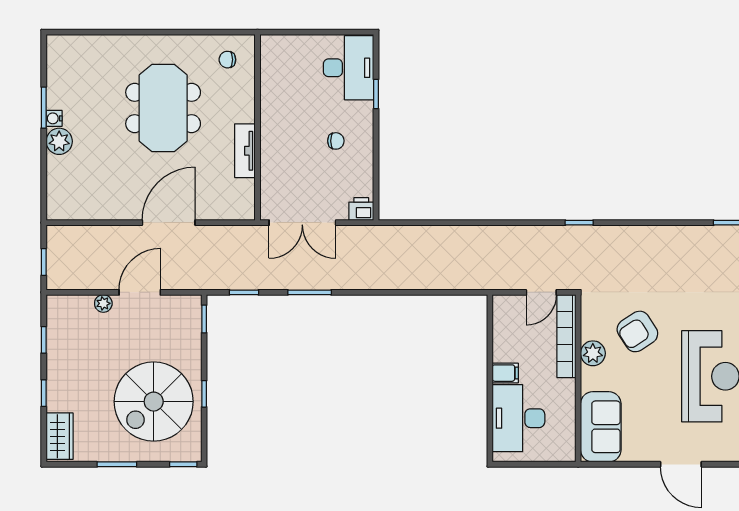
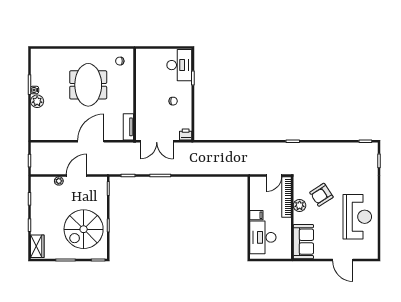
tv unit: (245, 151) -> (128, 127), moved

